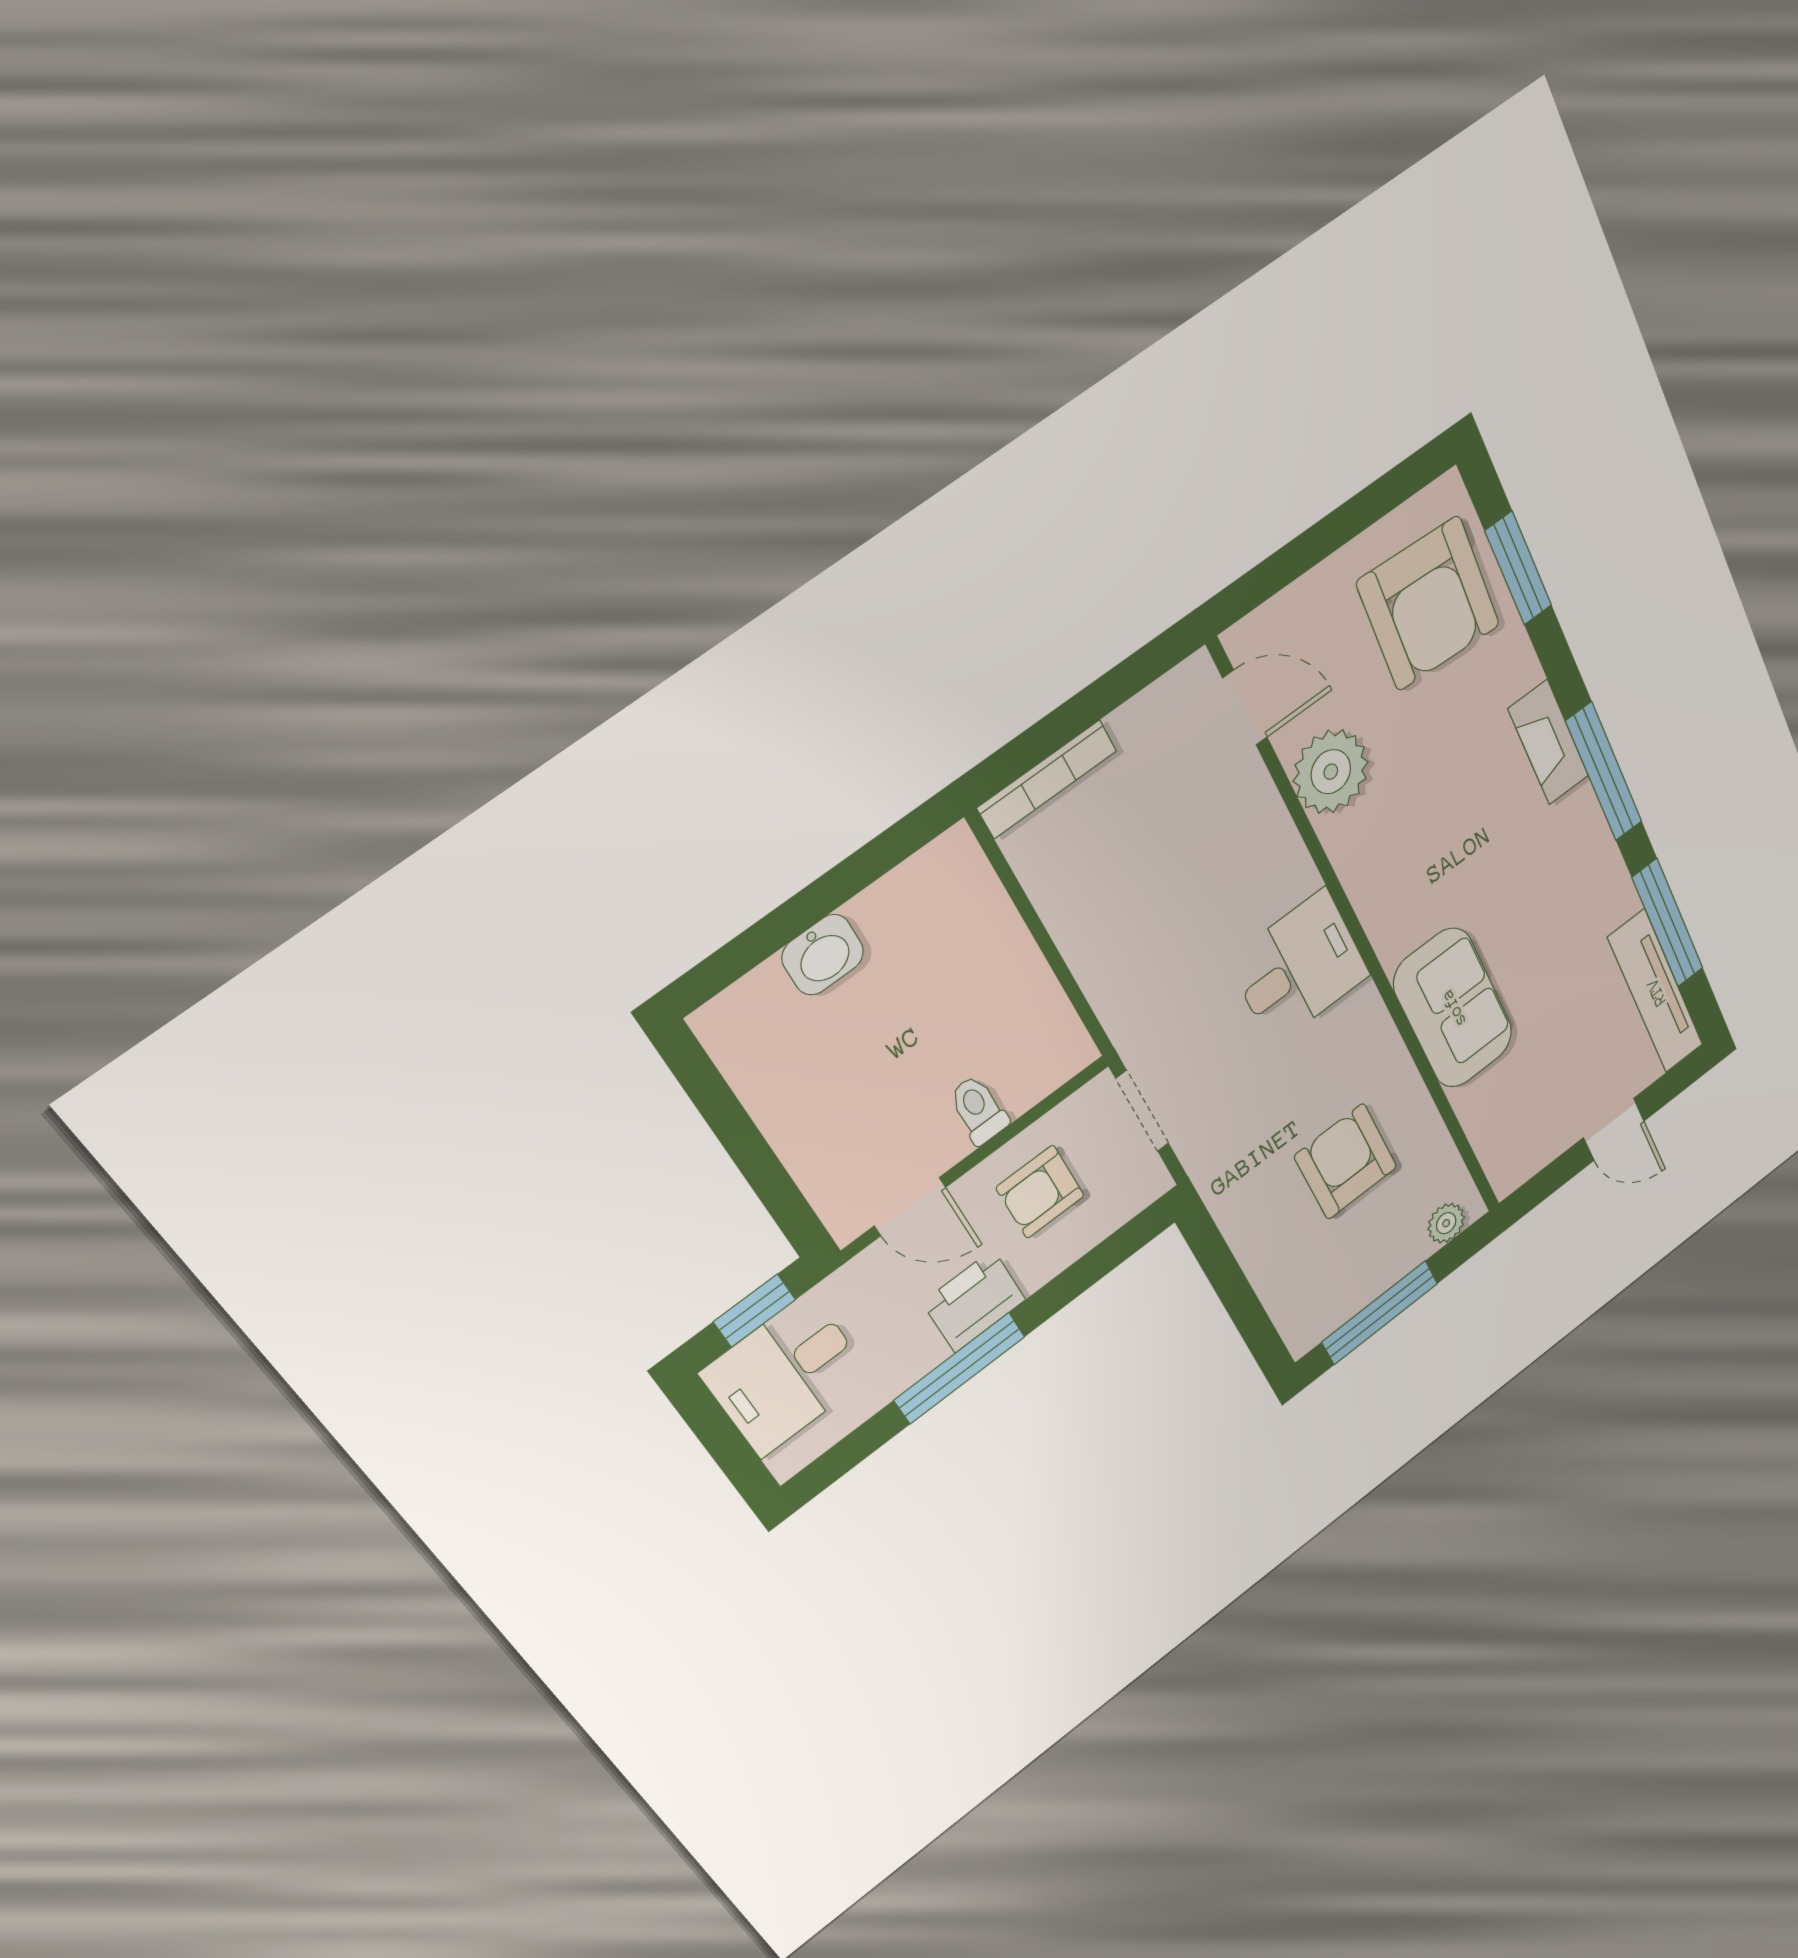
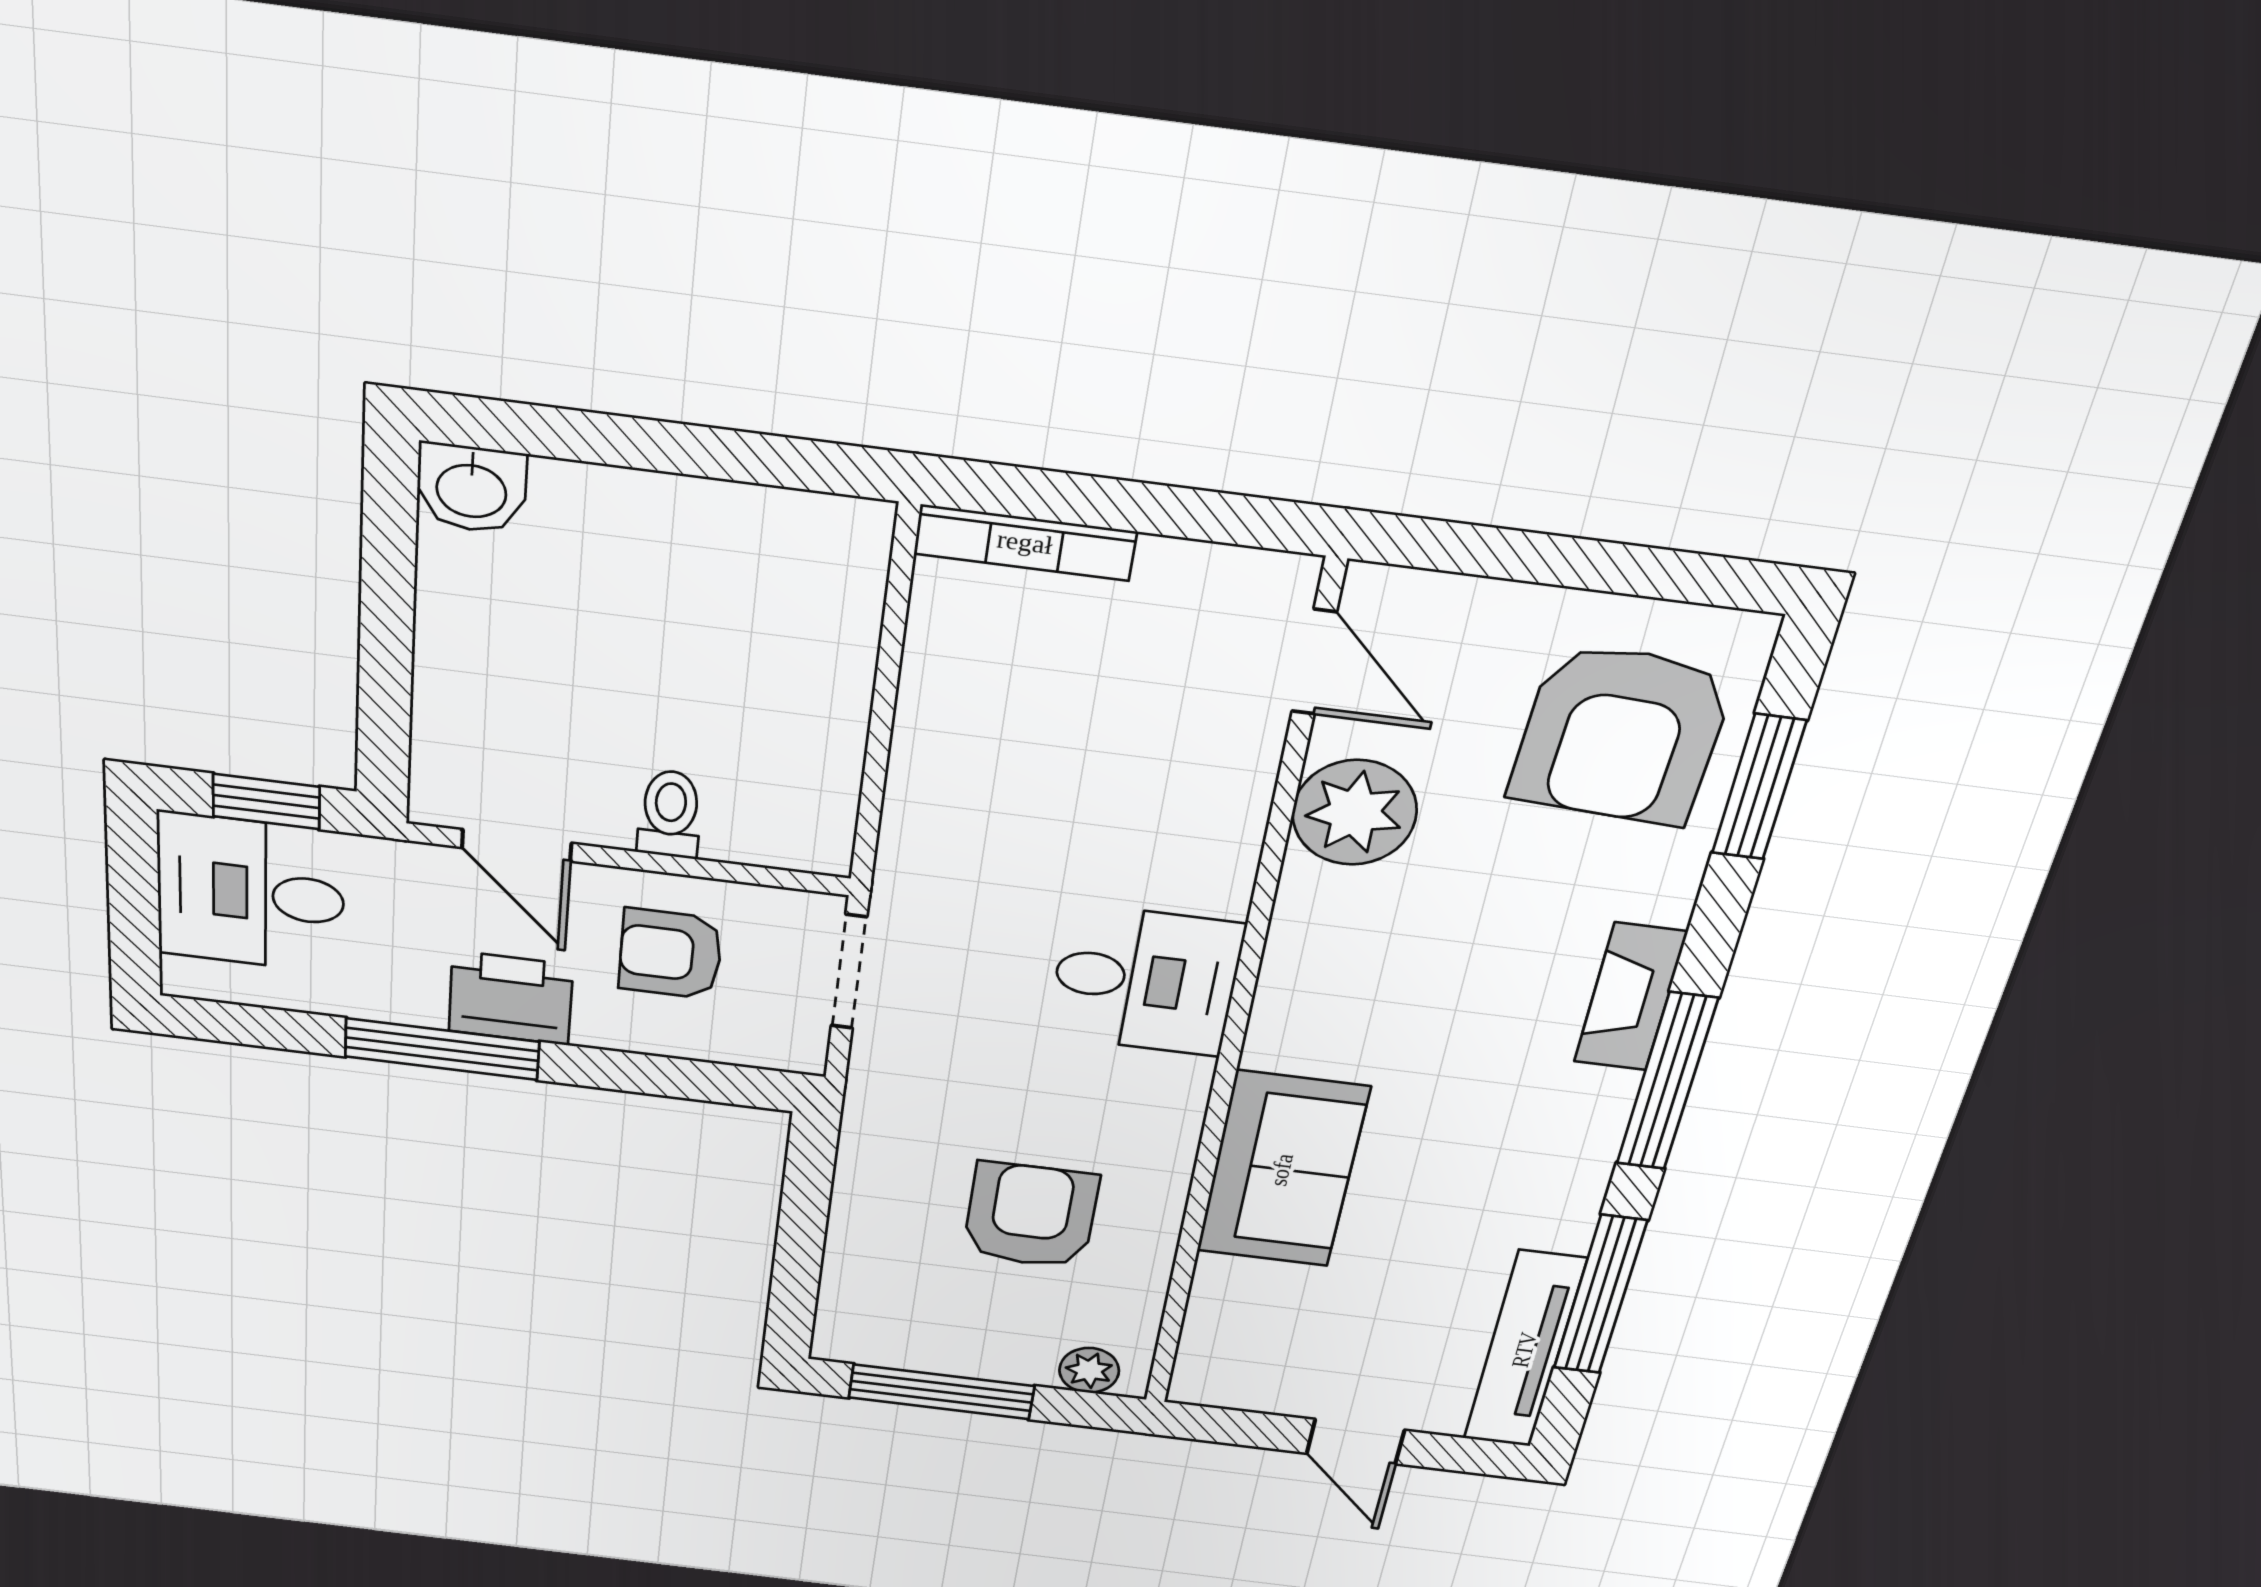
washbasin: (823, 955) -> (471, 489), moved

